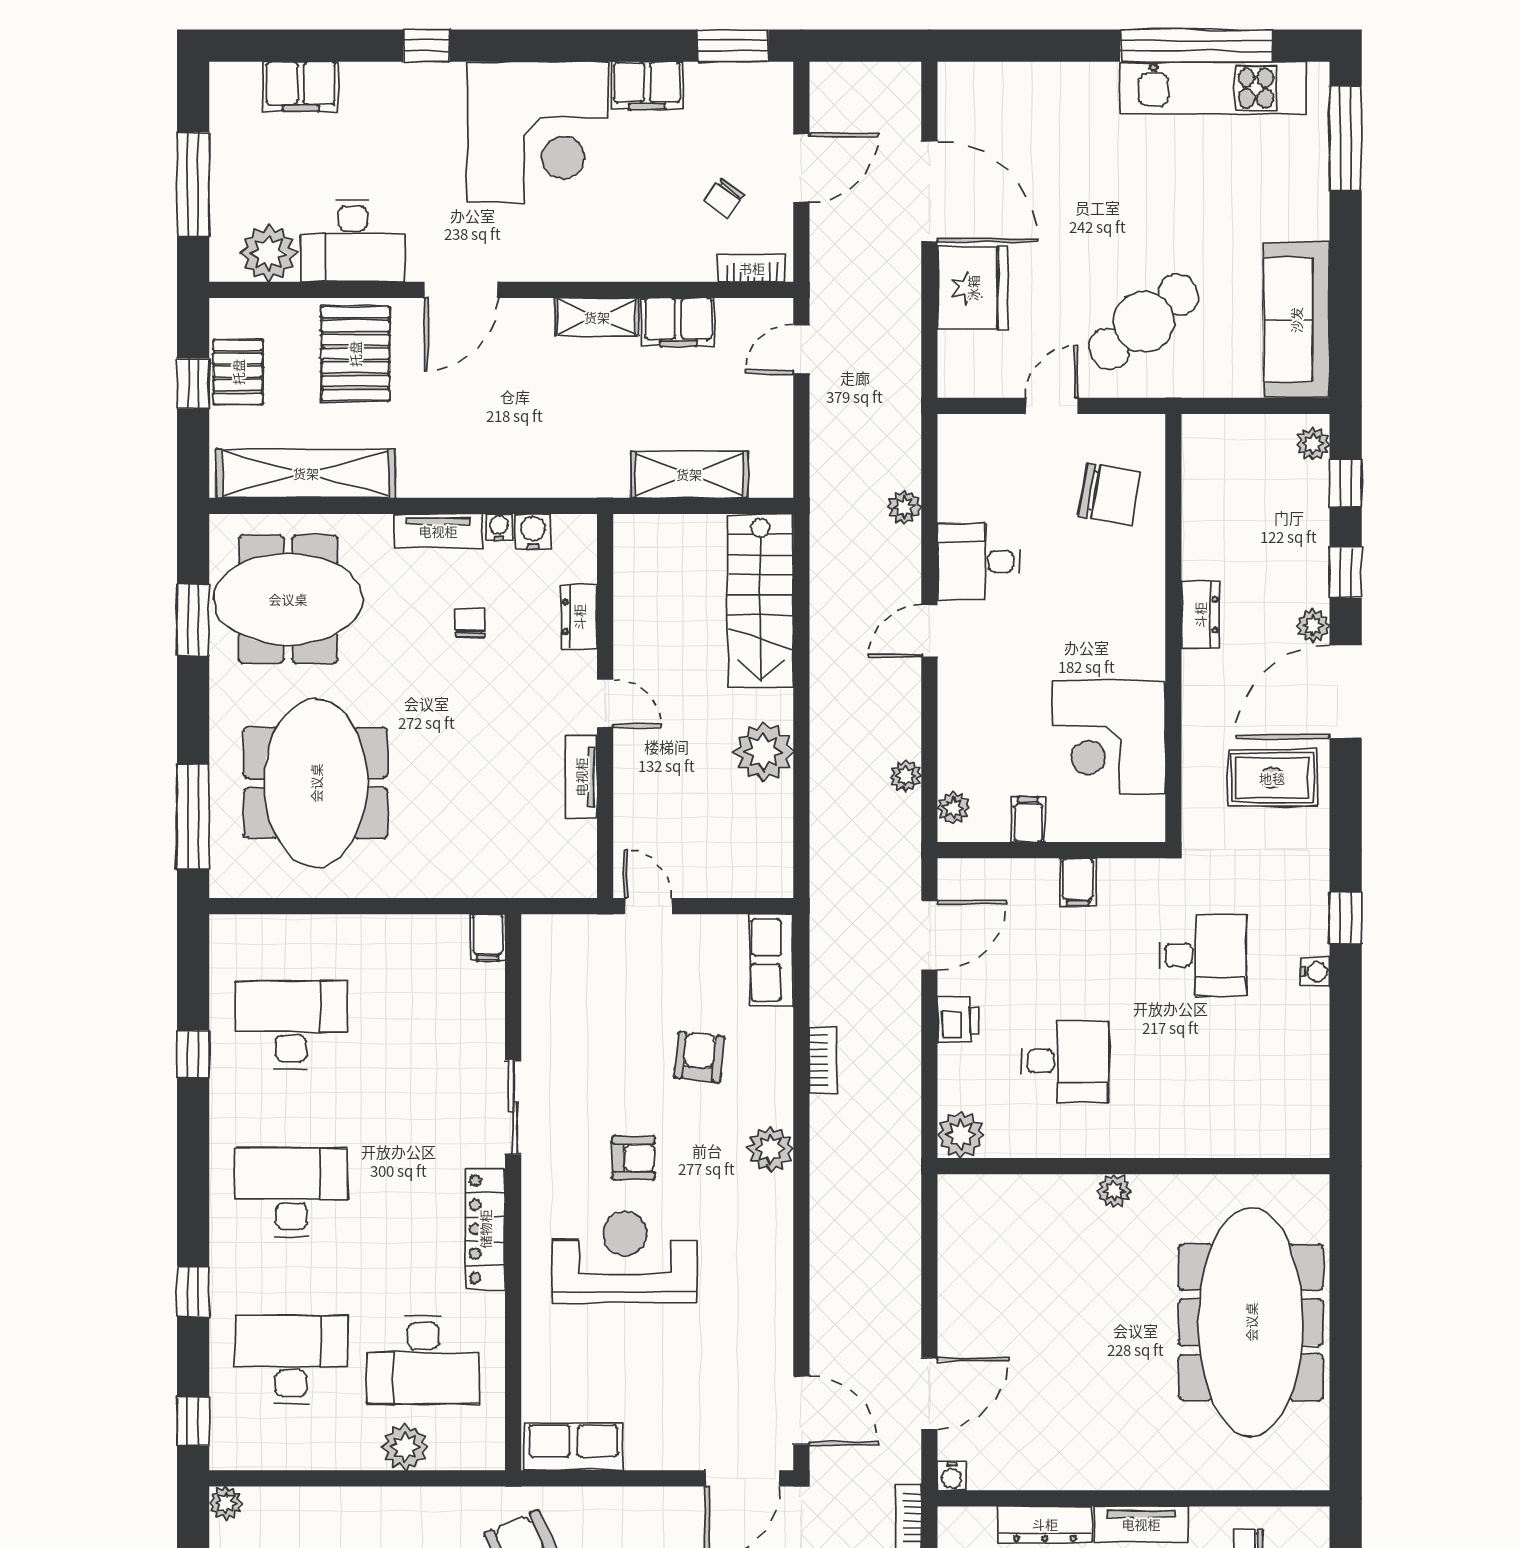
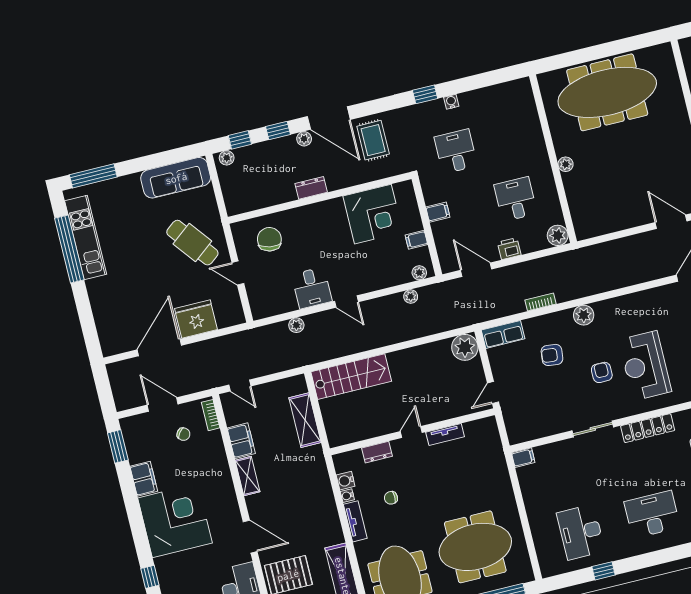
plant: (764, 752) -> (465, 347), moved
desk: (291, 1192) -> (652, 515), turned 90

